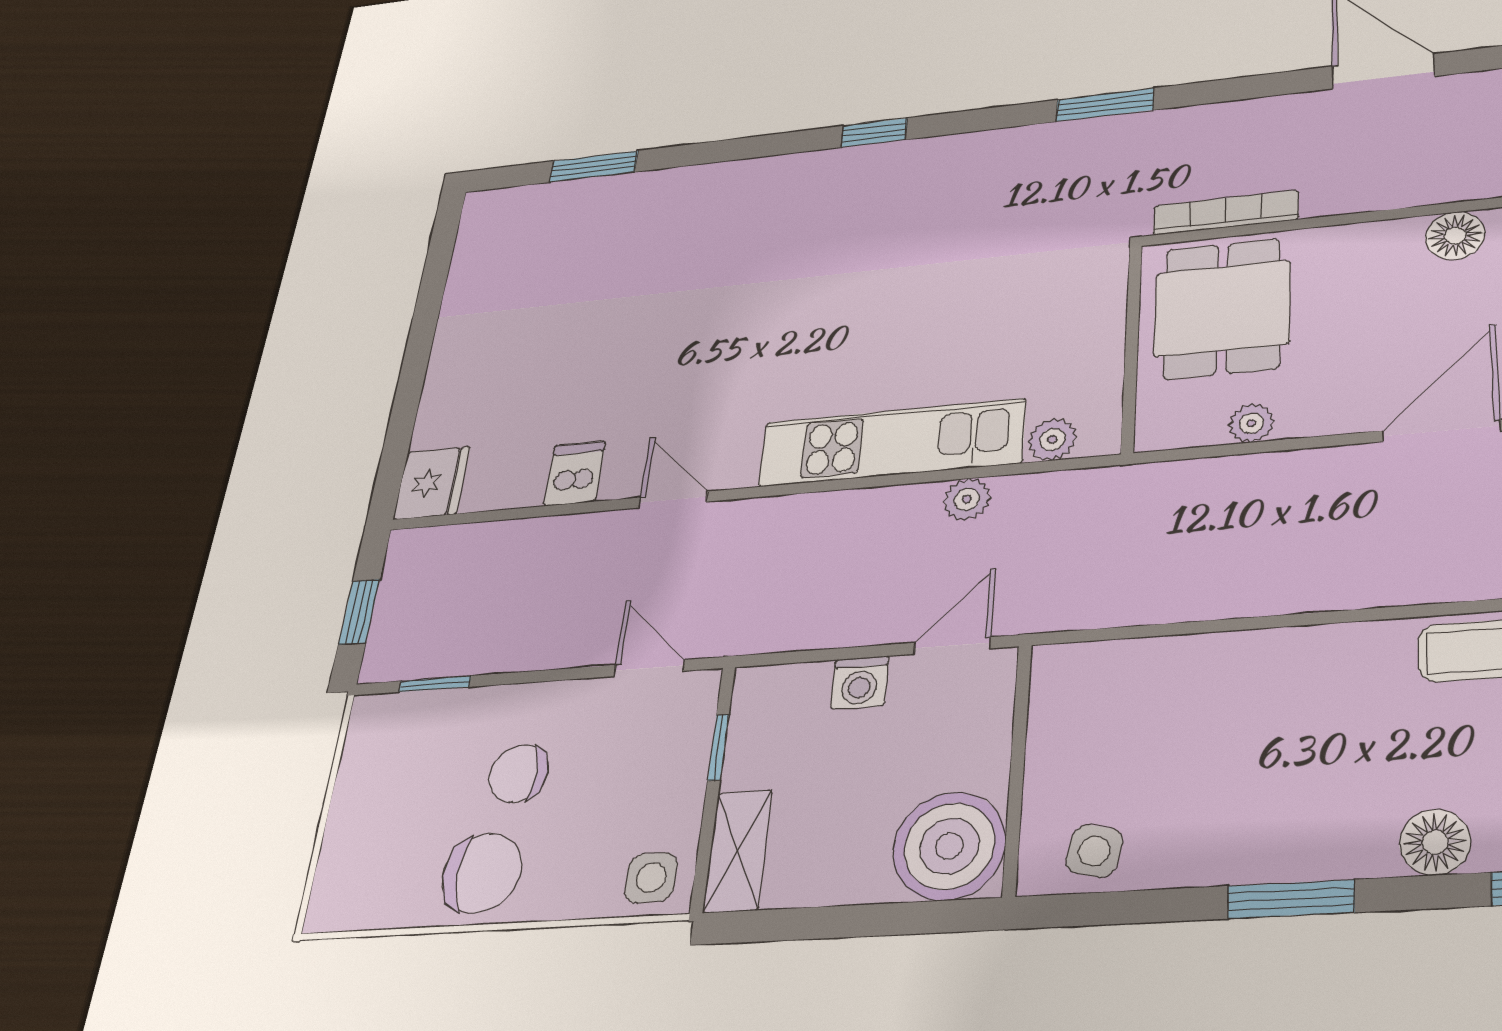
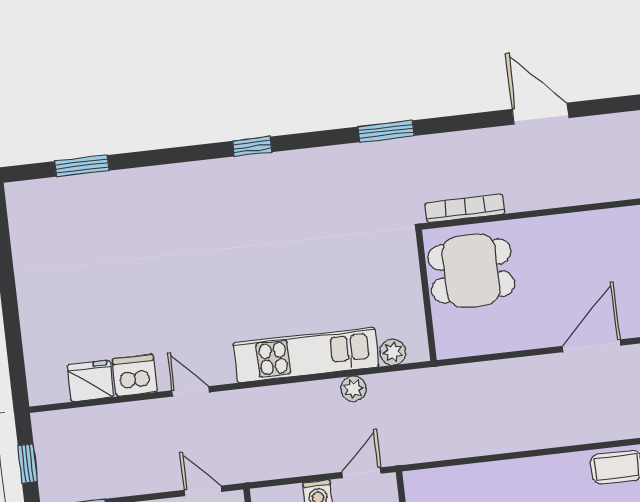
floor lamp: (1455, 236) -> (589, 226), removed
dining table: (1222, 308) -> (471, 271), turned 90
plant: (1251, 423) -> (496, 342), removed
dishwasher: (575, 474) -> (135, 375), width x1.38
fridge: (432, 483) -> (91, 381), moved, turned -90

